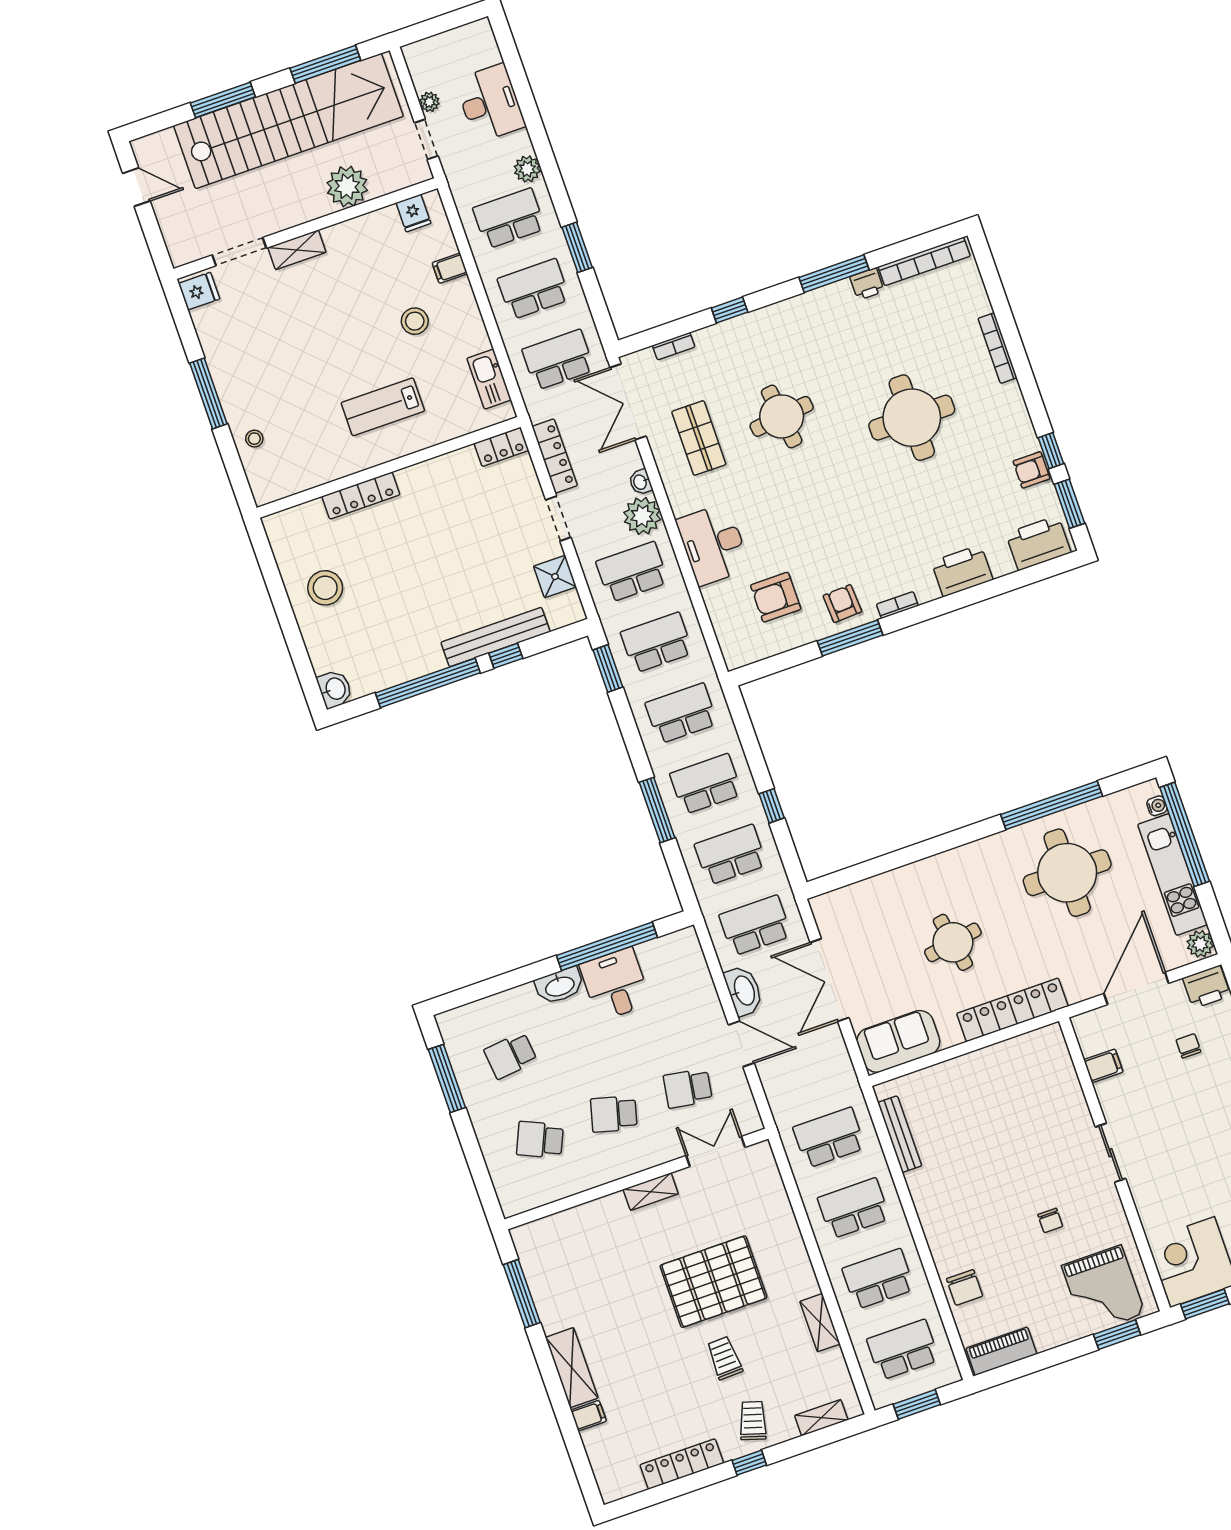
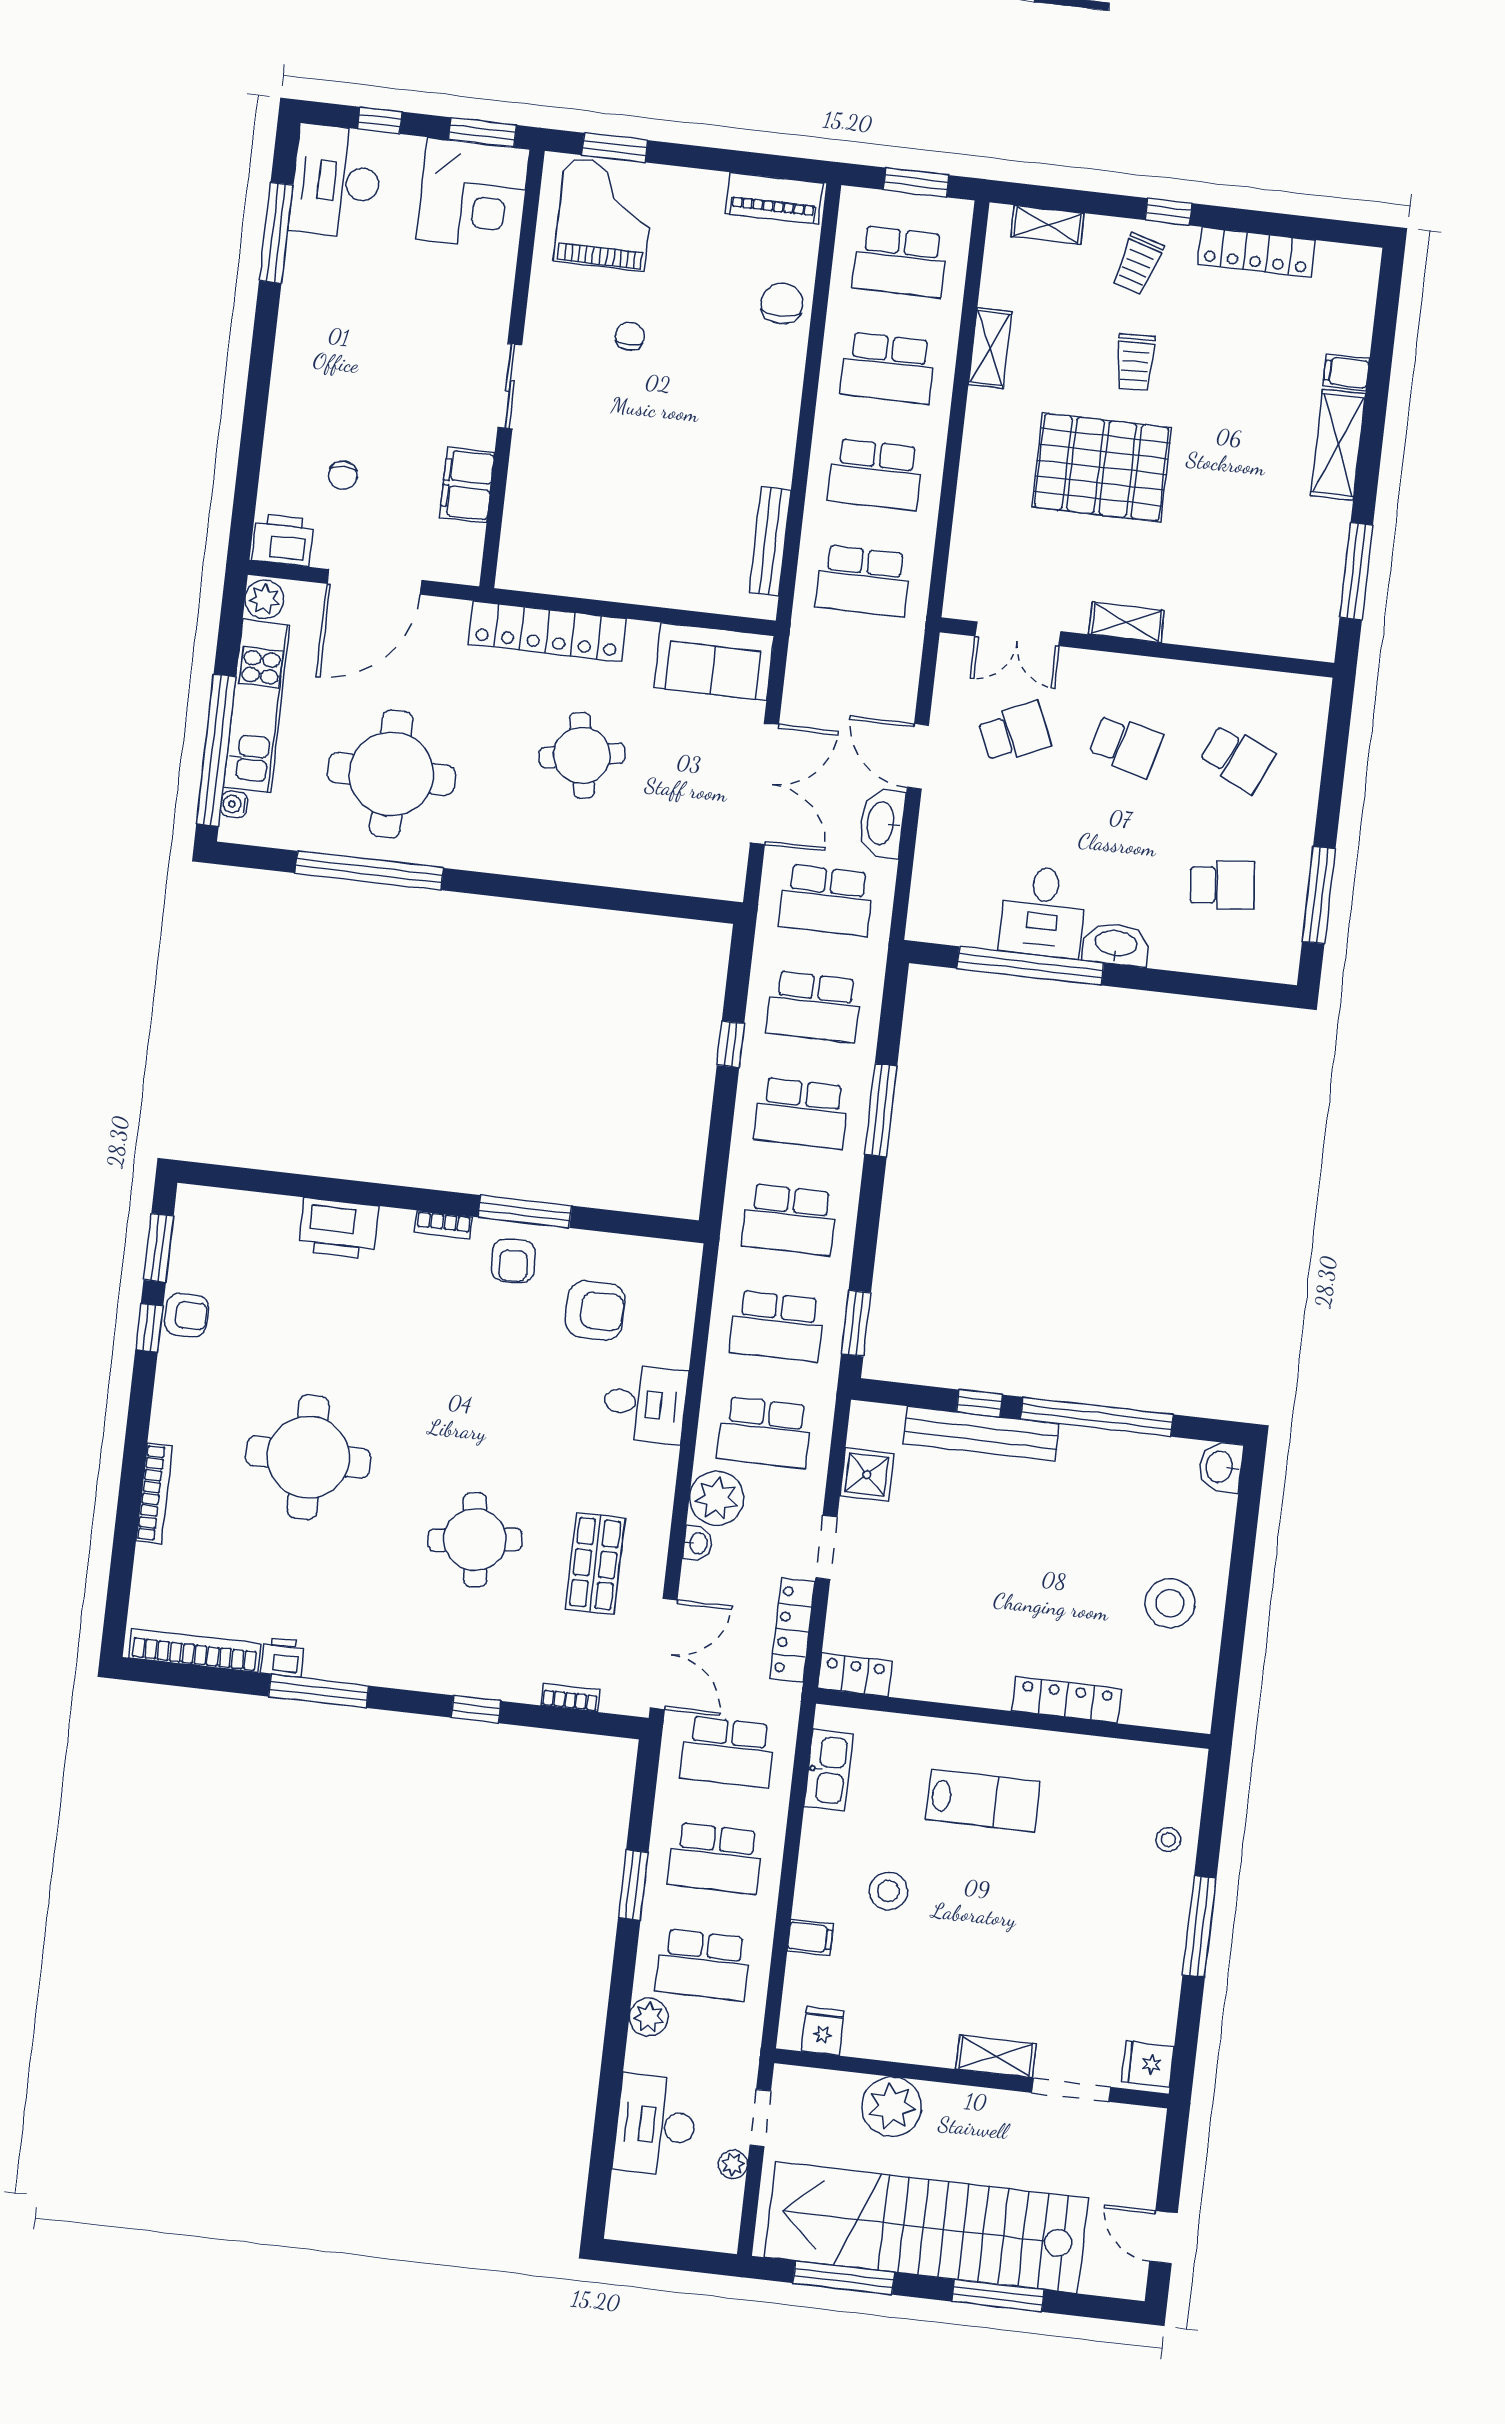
printer: (1038, 543) -> (223, 1217), removed
desk: (713, 544) -> (645, 1404), width x0.73
filing cabinet: (1103, 1066) -> (467, 485), width x2.00
school desk: (688, 1088) -> (1014, 733), turned -33

